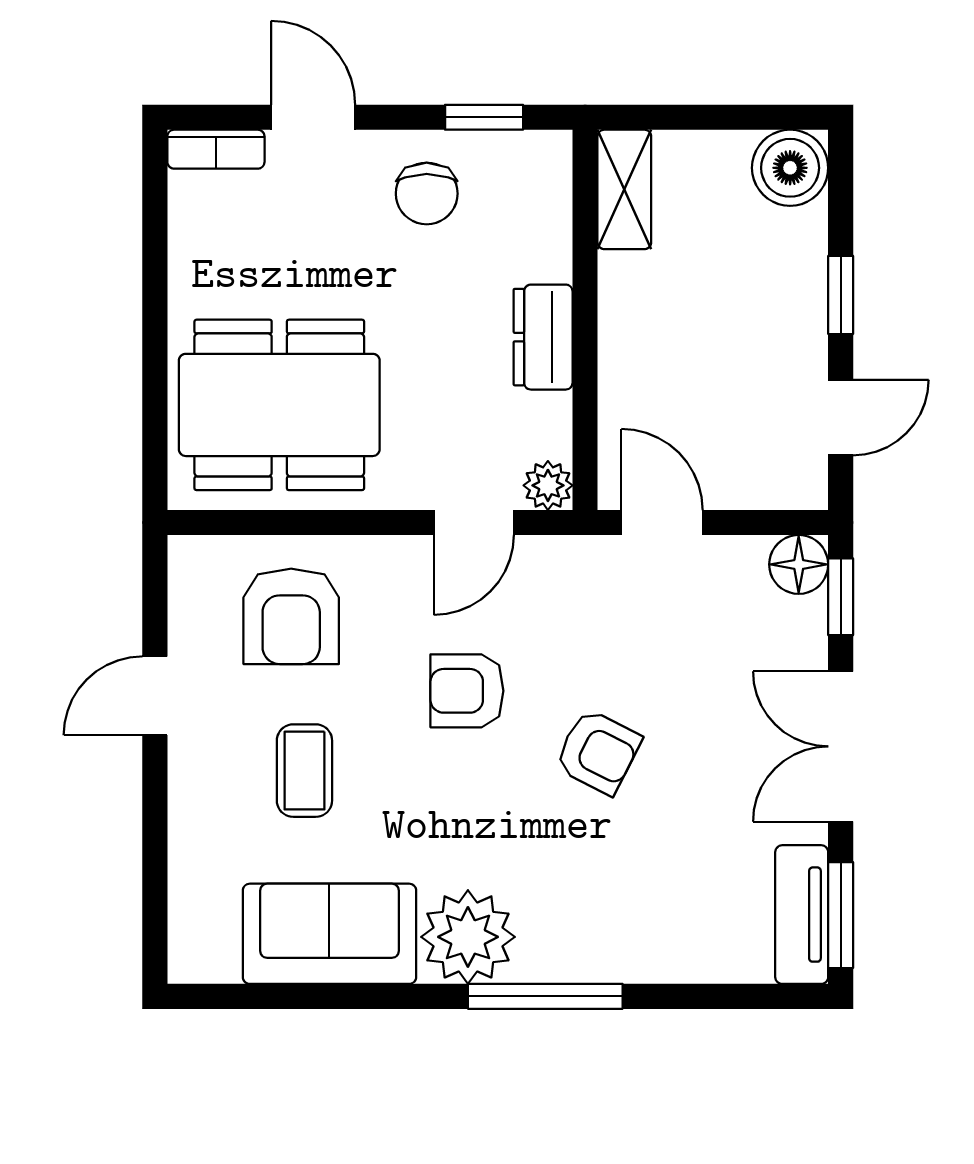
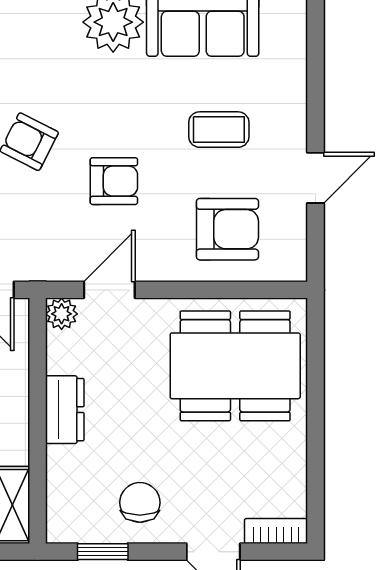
armchair: (291, 616) -> (227, 229), turned 90
coffee table: (304, 771) -> (219, 130), turned 90

